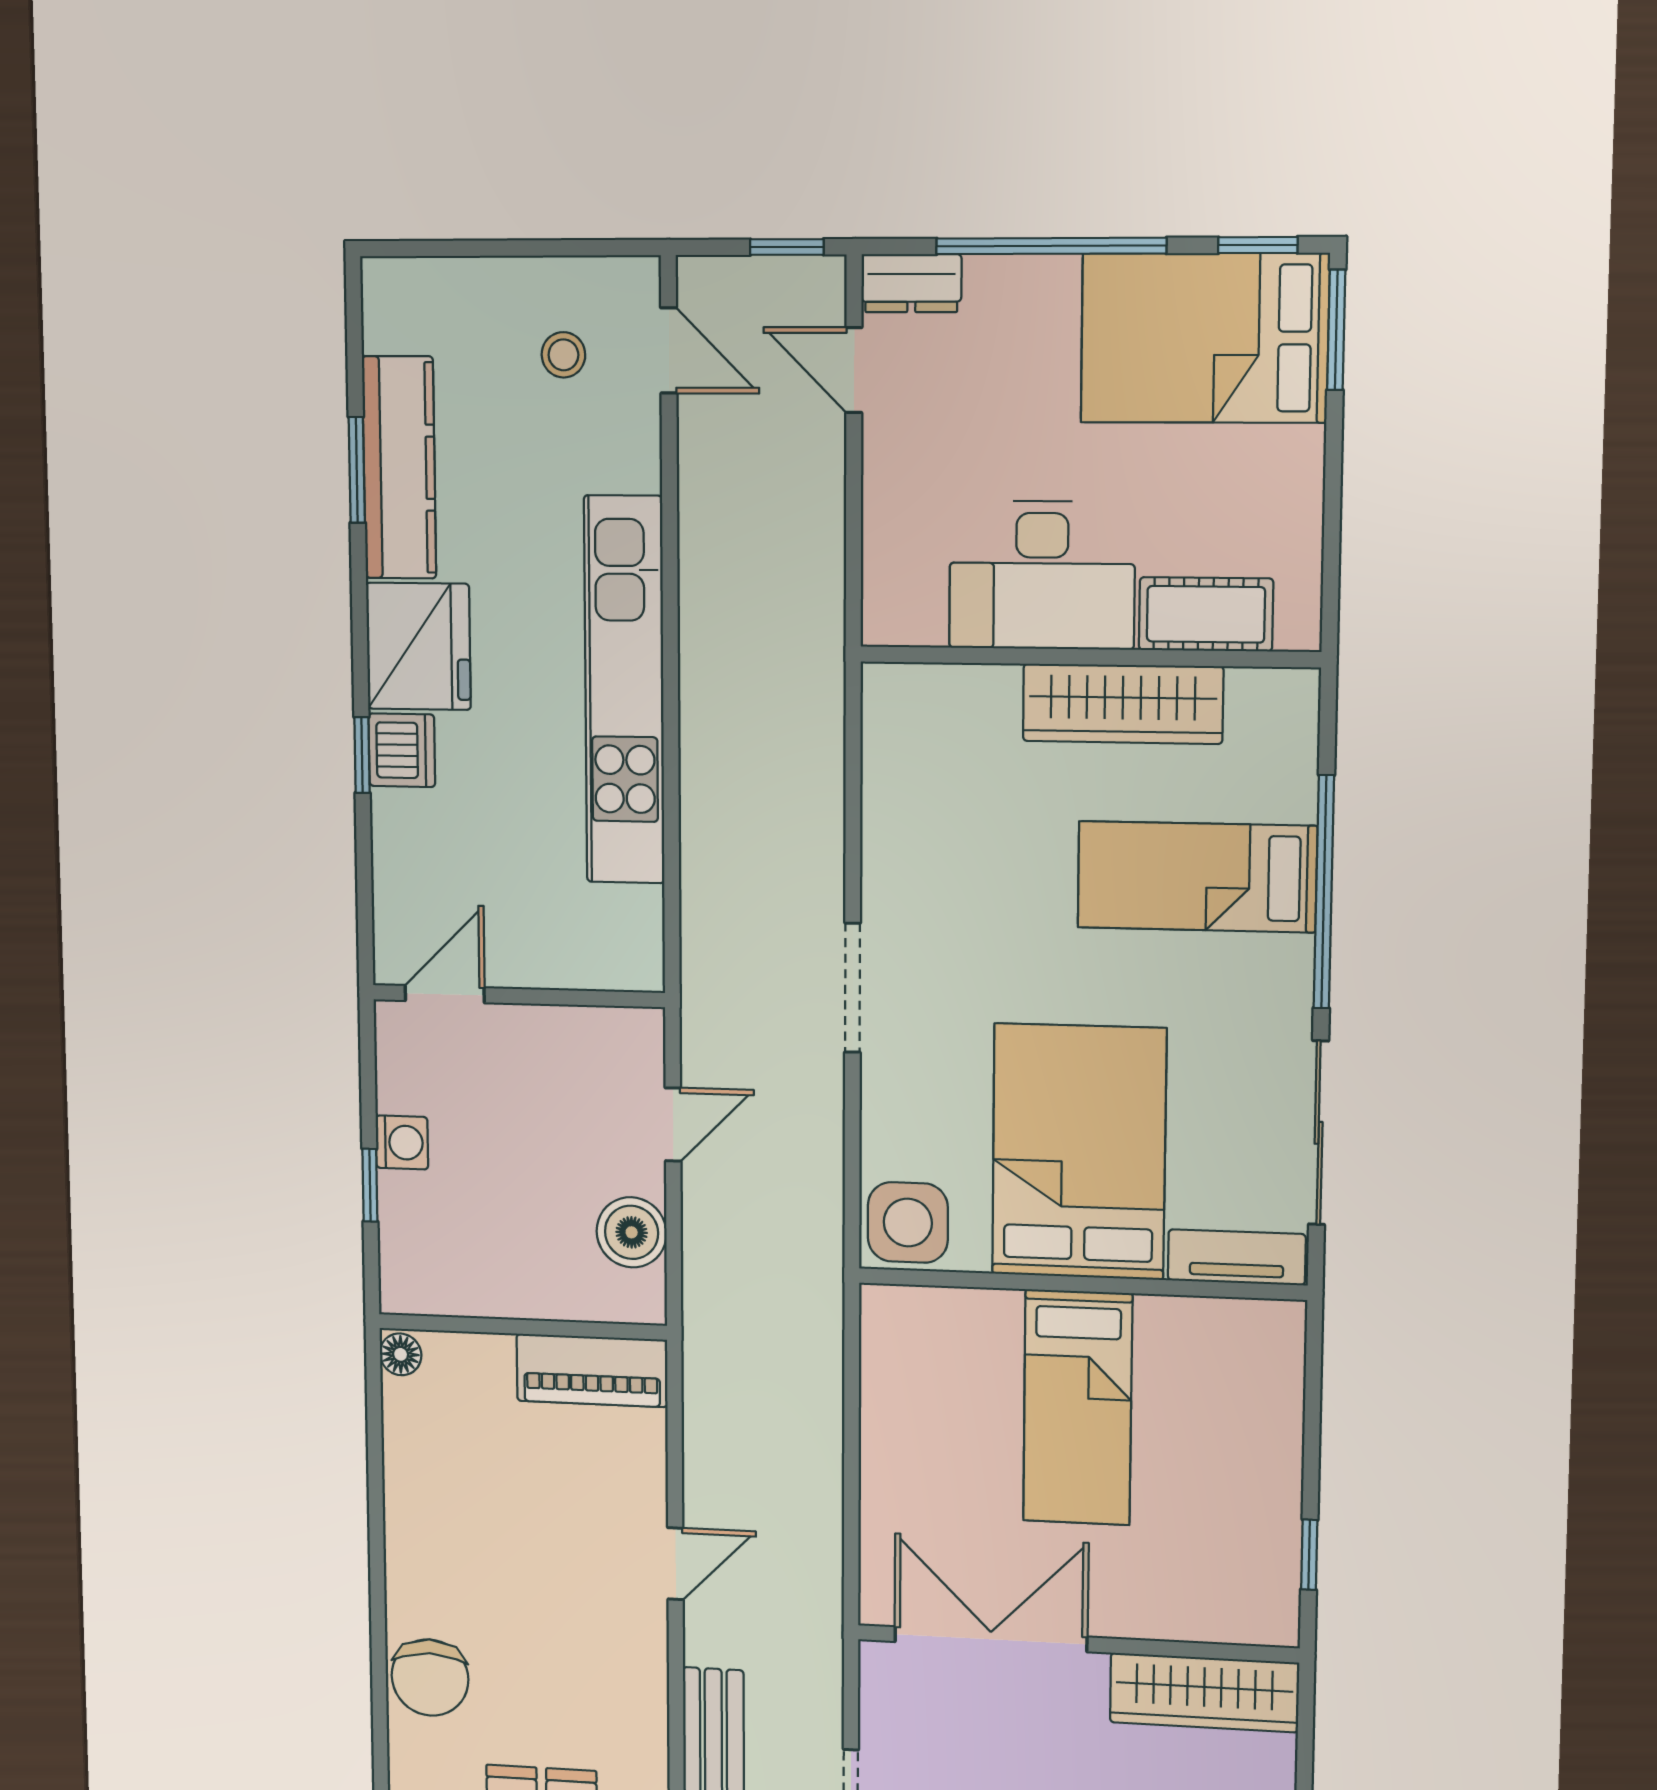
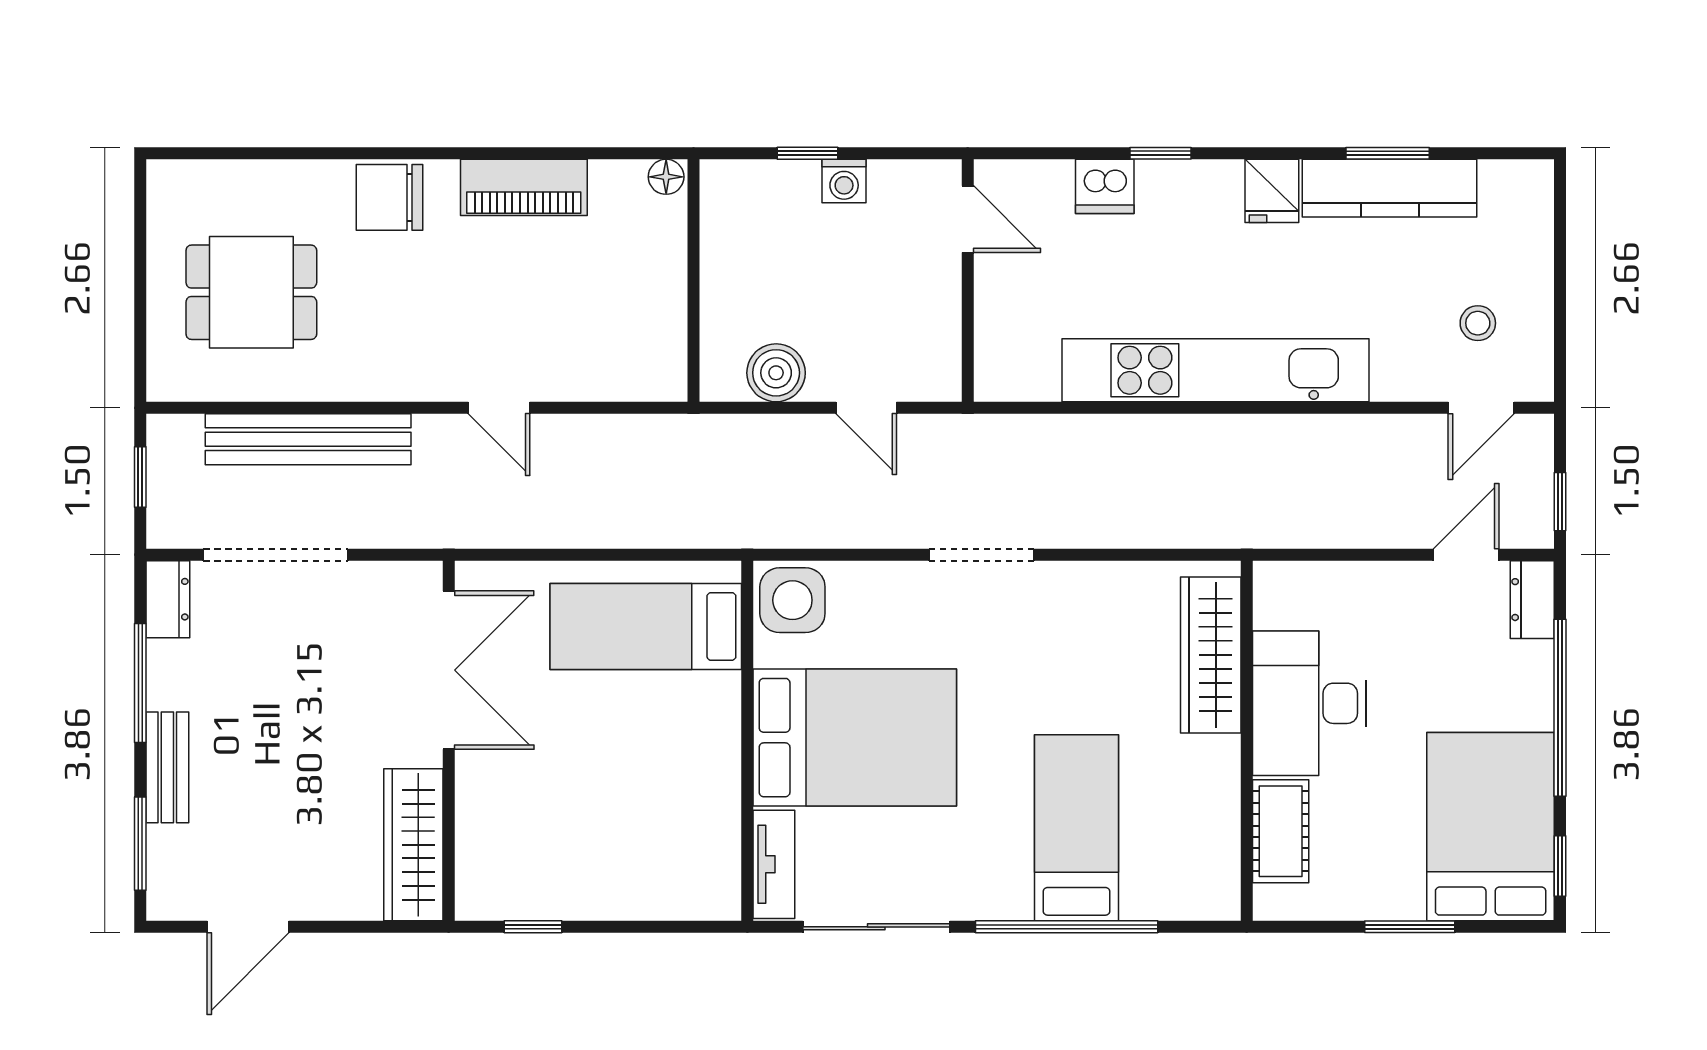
window: (1336, 330) -> (1410, 927), moved
fridge: (418, 646) -> (1272, 191), width x0.53, depth x0.75
wardrobe: (1123, 704) -> (1211, 655), moved
dishwasher: (402, 750) -> (1105, 186), moved
piano: (592, 1370) -> (524, 187), moved, turned -90
bed: (1078, 1408) -> (646, 626), moved

